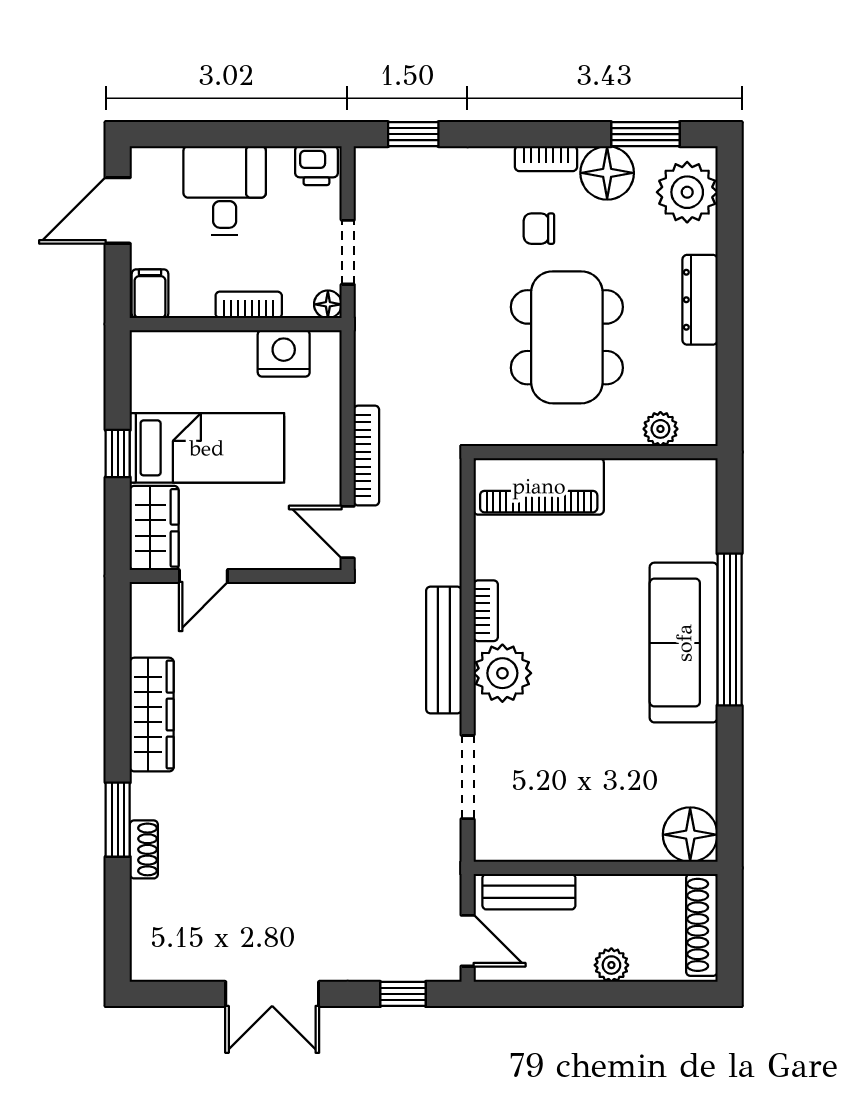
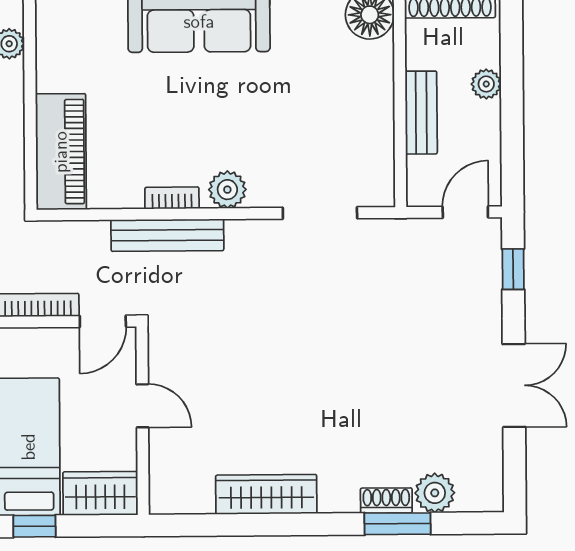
door: (203, 576) -> (142, 406), moved
bench: (444, 650) -> (167, 235), moved
plant: (502, 673) -> (227, 190), width x0.73, depth x0.73
window: (118, 820) -> (398, 524), moved
bench: (529, 892) -> (421, 113), moved
plant: (152, 904) -> (435, 493), added

